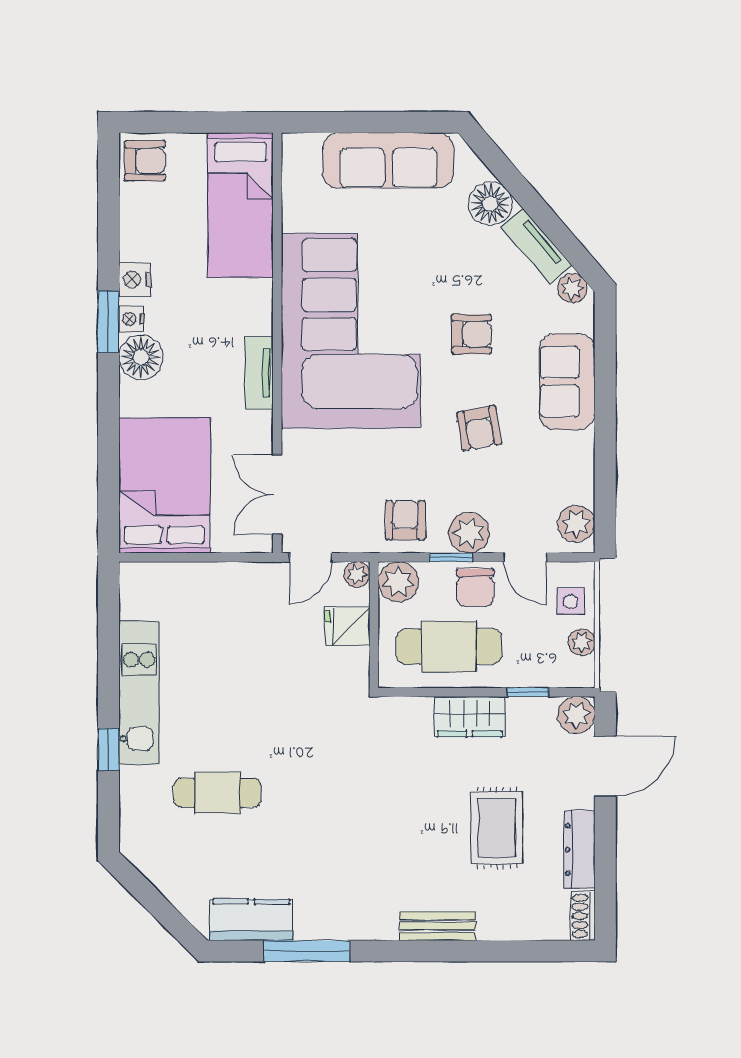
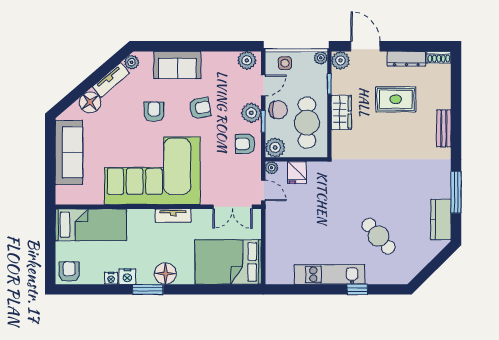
nightstand: (131, 319) -> (111, 278), moved
plant: (581, 642) -> (321, 58), moved
cafe table: (217, 793) -> (378, 236), turned -41

